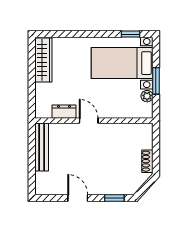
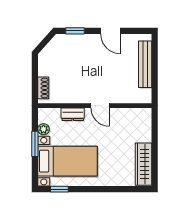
dresser: (64, 112) -> (73, 114), moved
bench: (42, 147) -> (145, 64), moved
shoe rack: (147, 161) -> (43, 88), moved

